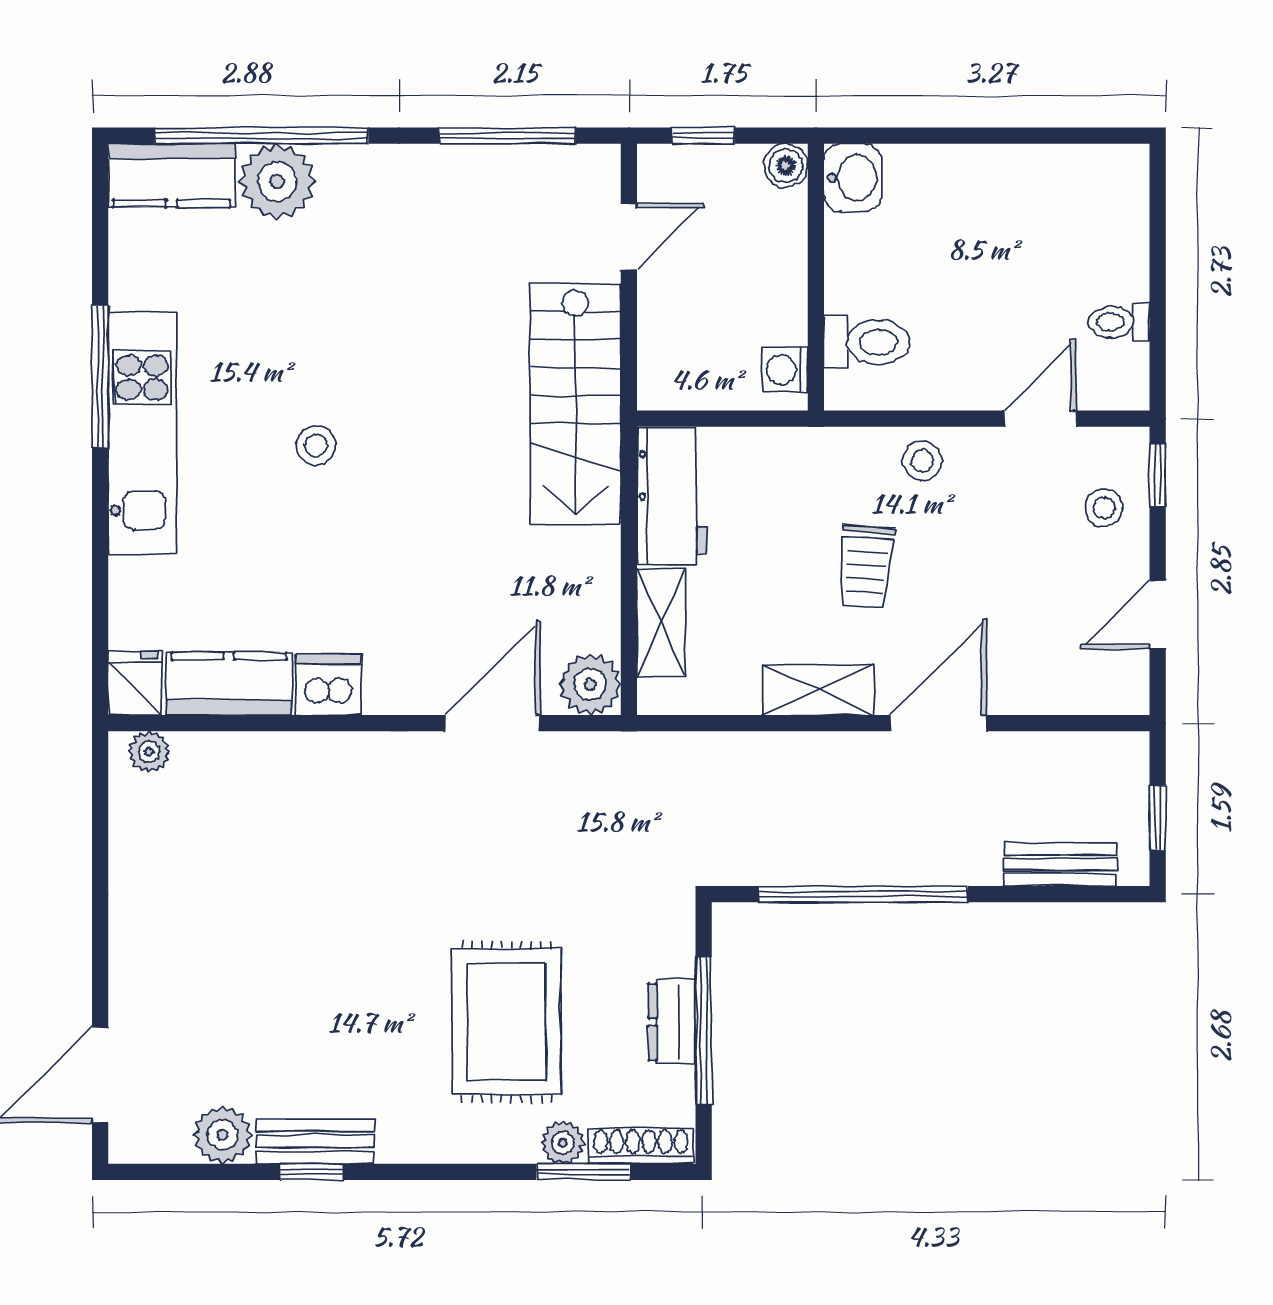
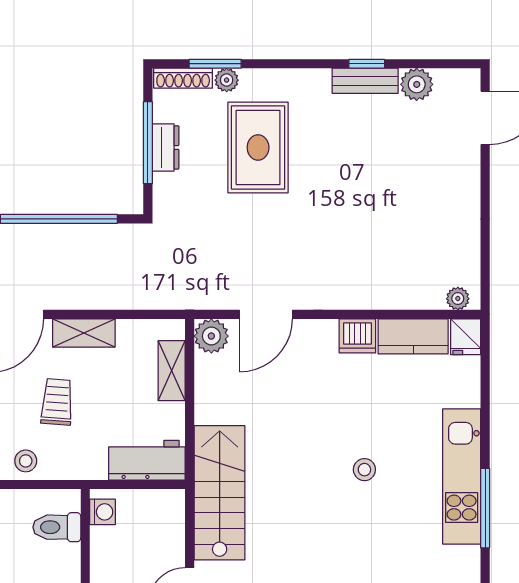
workbench: (672, 496) -> (147, 460), moved, turned 90

